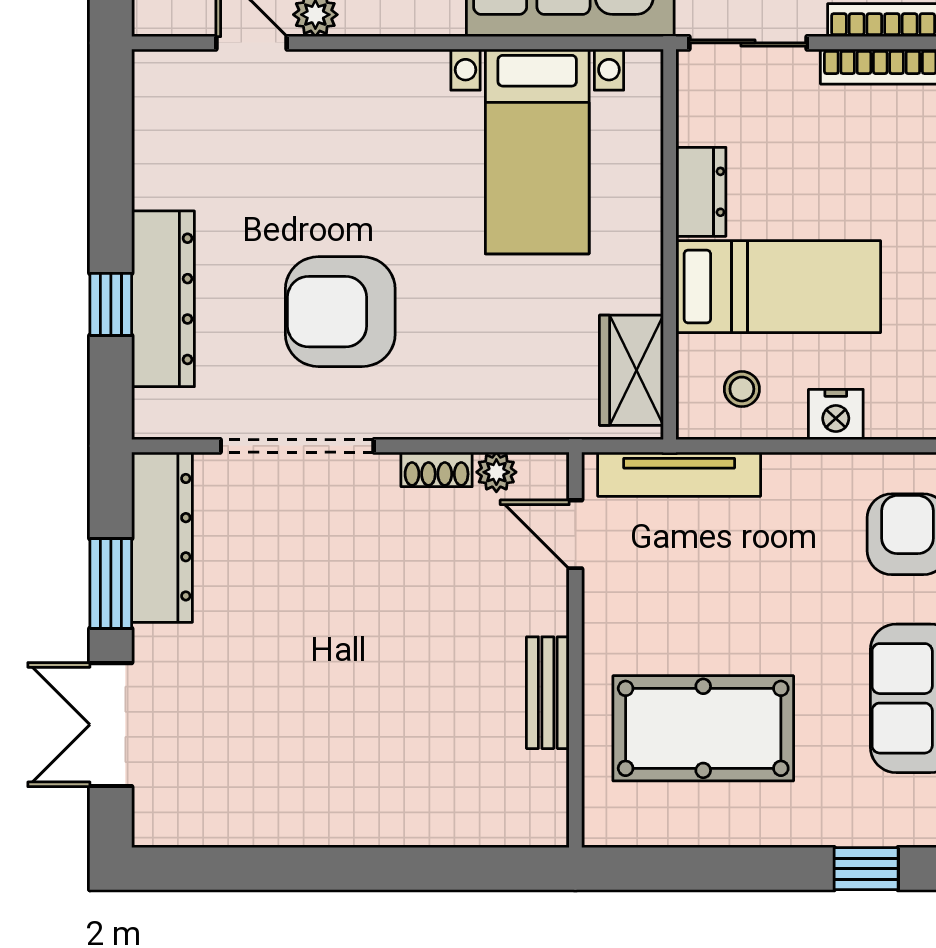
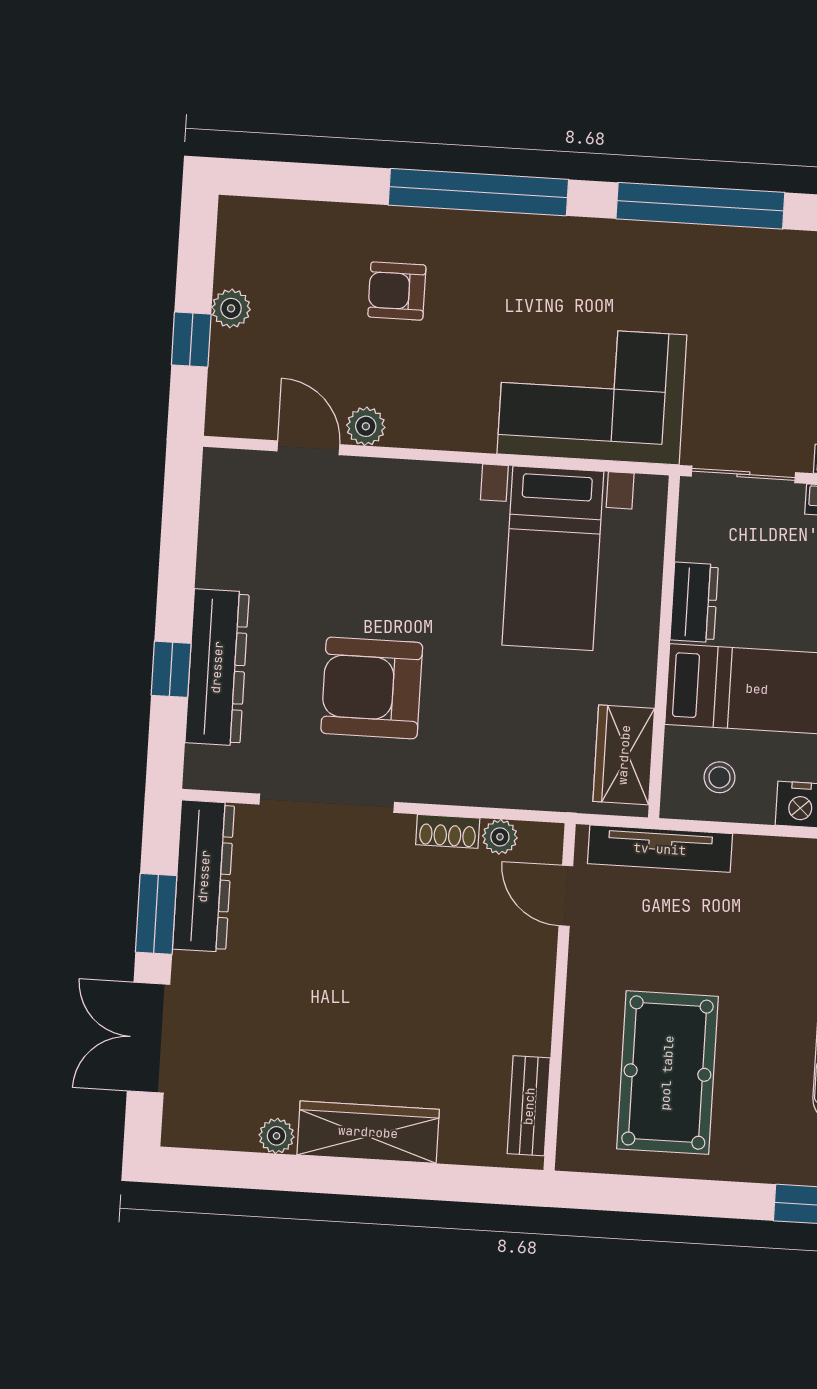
bench: (548, 693) -> (529, 1106), moved
pool table: (703, 728) -> (667, 1073), turned 90
wardrobe: (367, 817) -> (368, 1132), added
plant: (263, 828) -> (277, 1136), added

